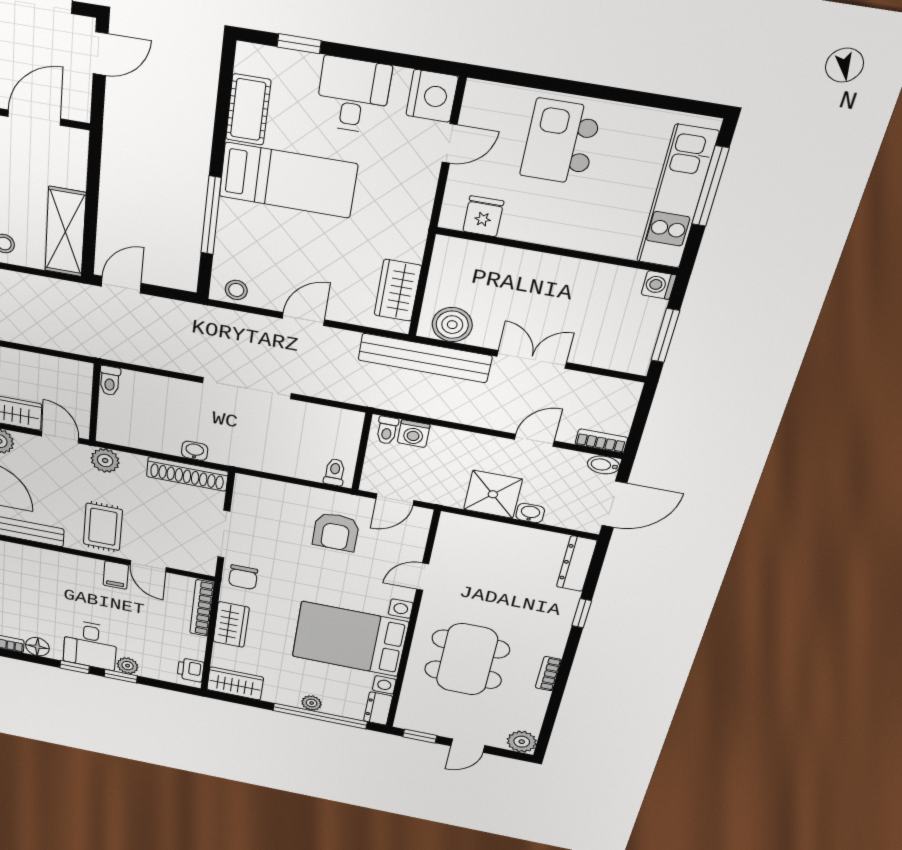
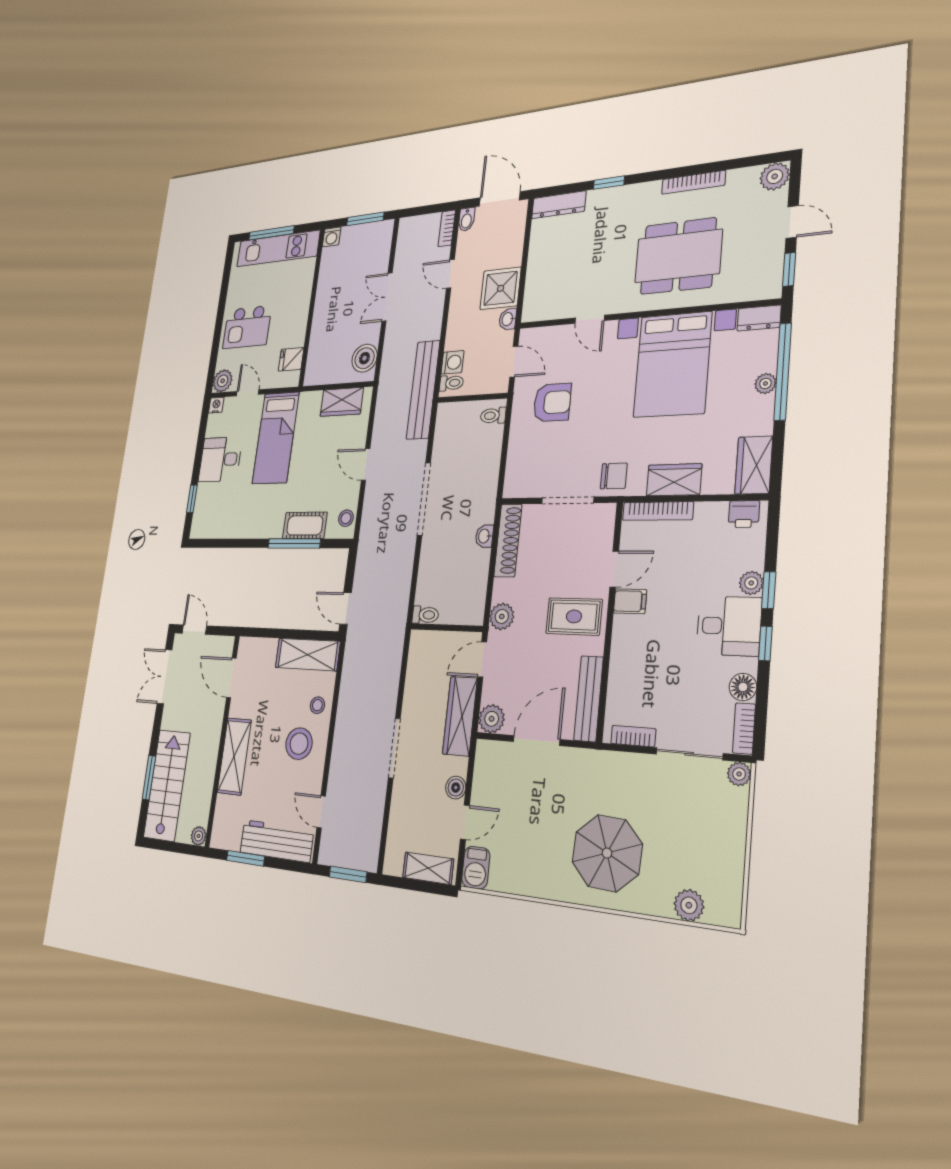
nightstand: (432, 96) -> (216, 405), width x0.53, depth x0.56
plant: (482, 98) -> (223, 381), added
cot: (248, 110) -> (305, 525), moved
bed: (288, 180) -> (276, 438), moved, turned 180
bench: (425, 358) -> (423, 390), moved
washbasin: (530, 513) -> (508, 319), moved
bookcase: (548, 674) -> (693, 182), width x1.56

